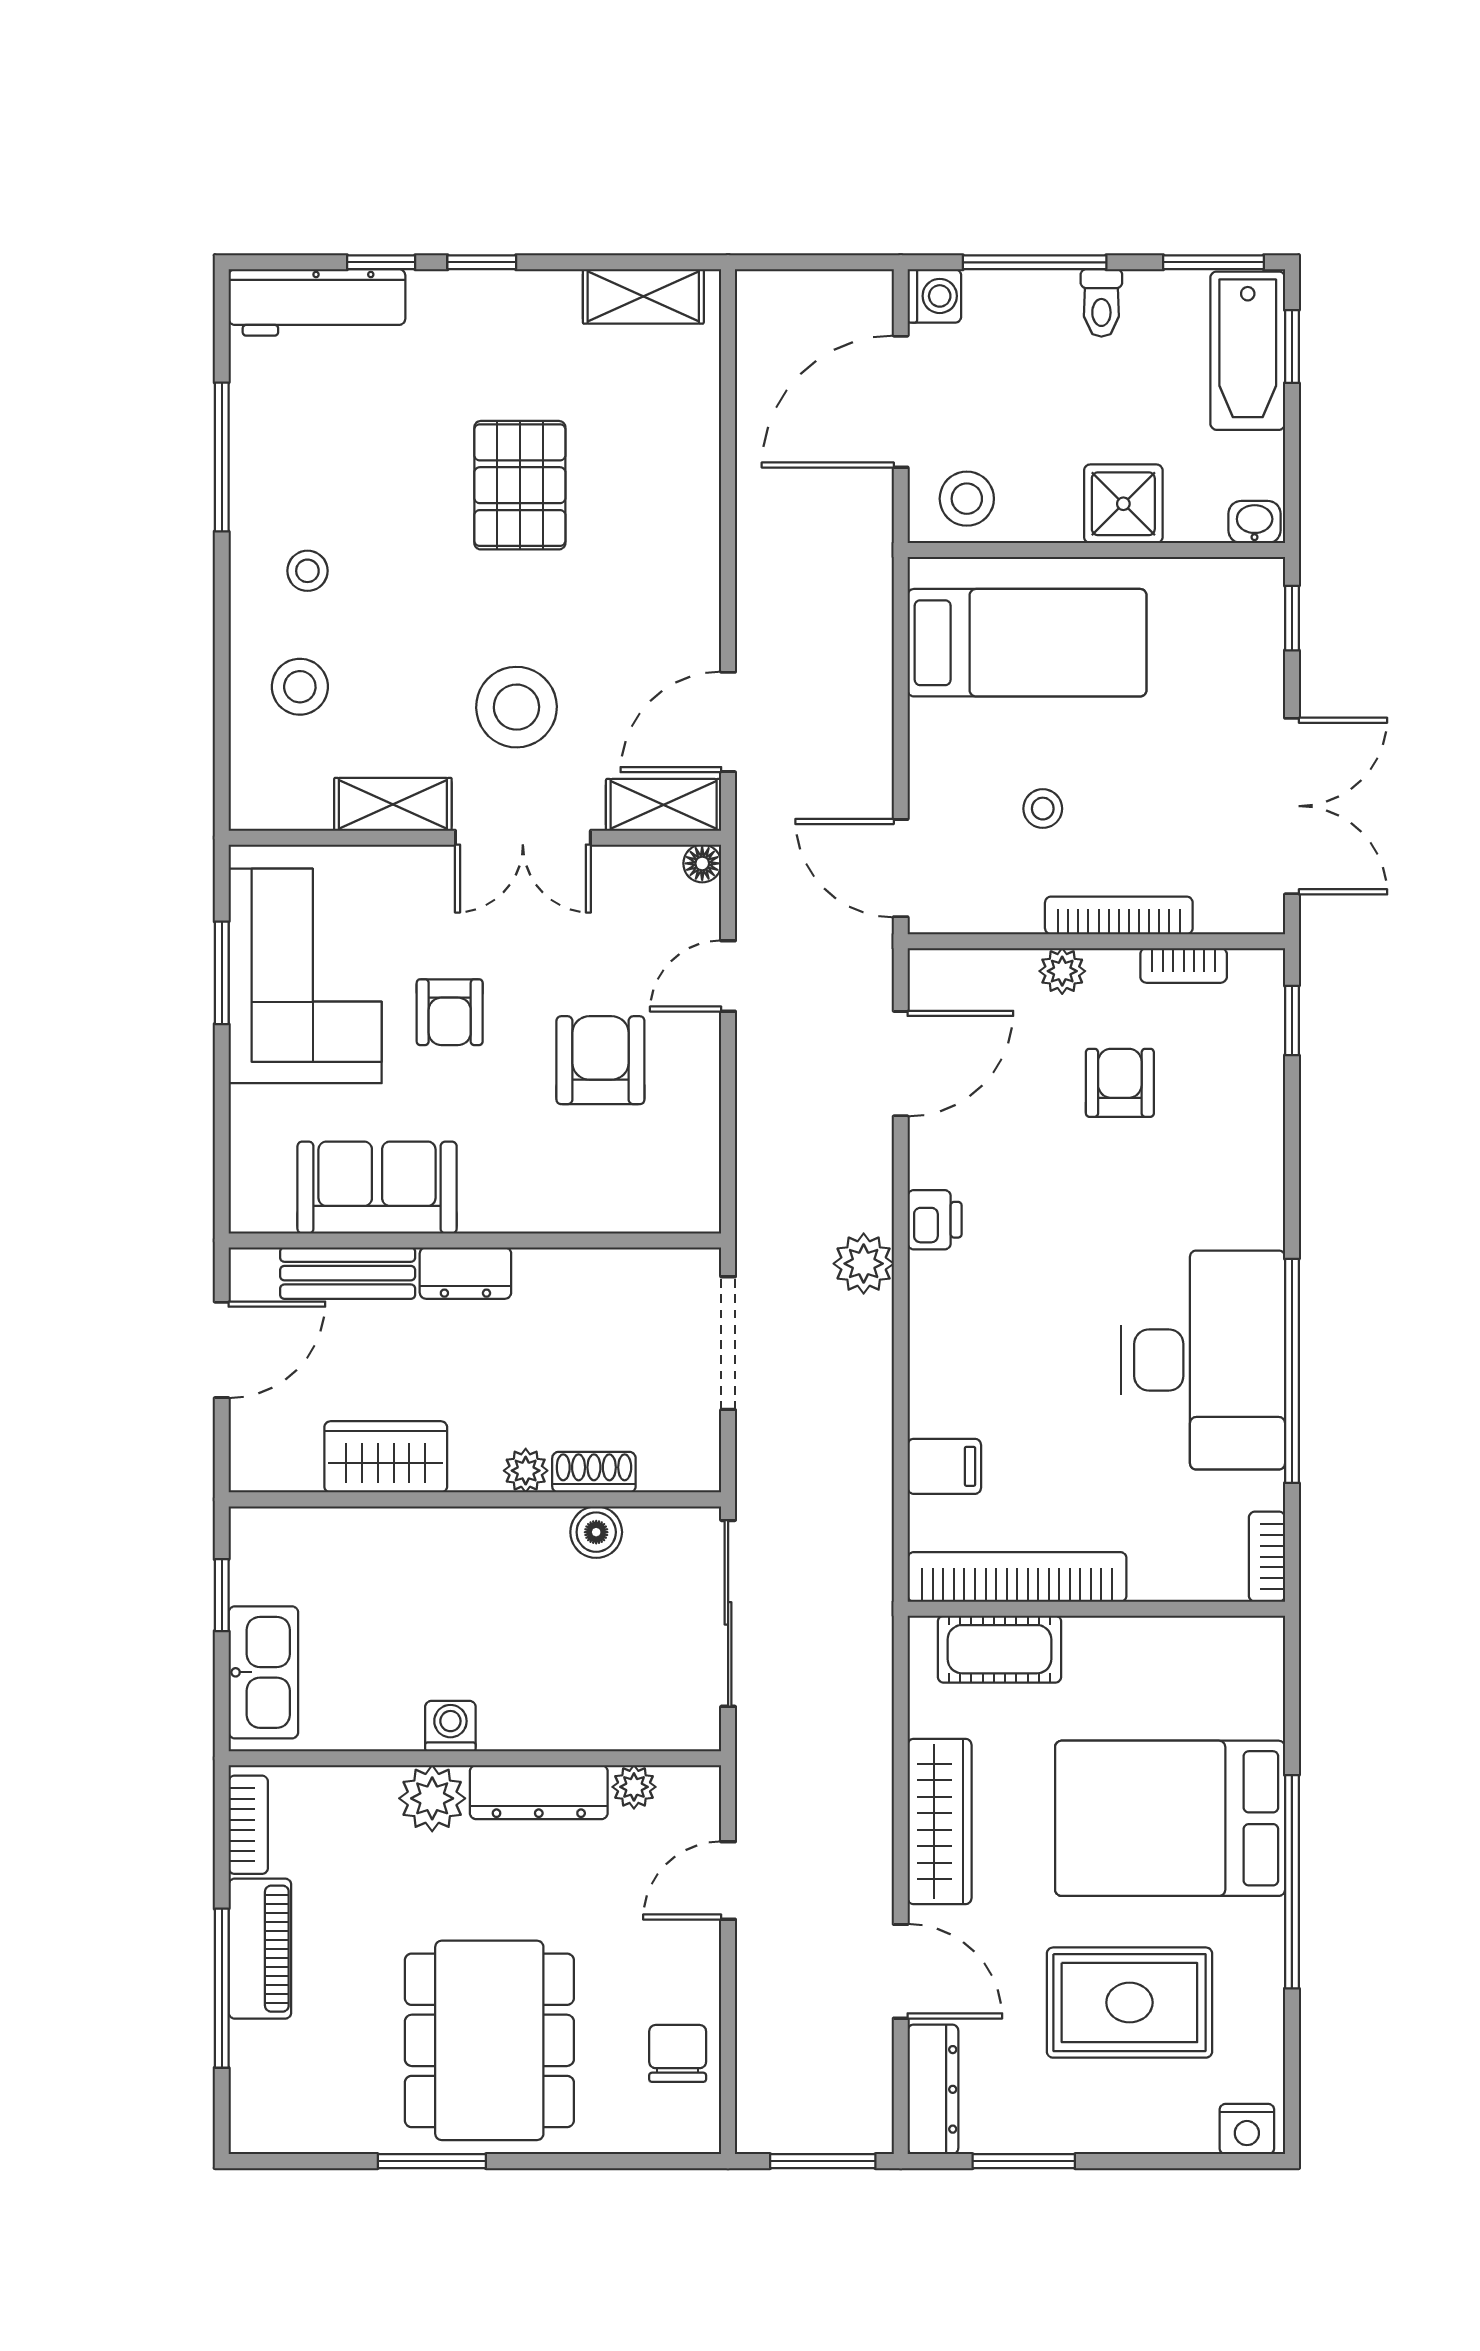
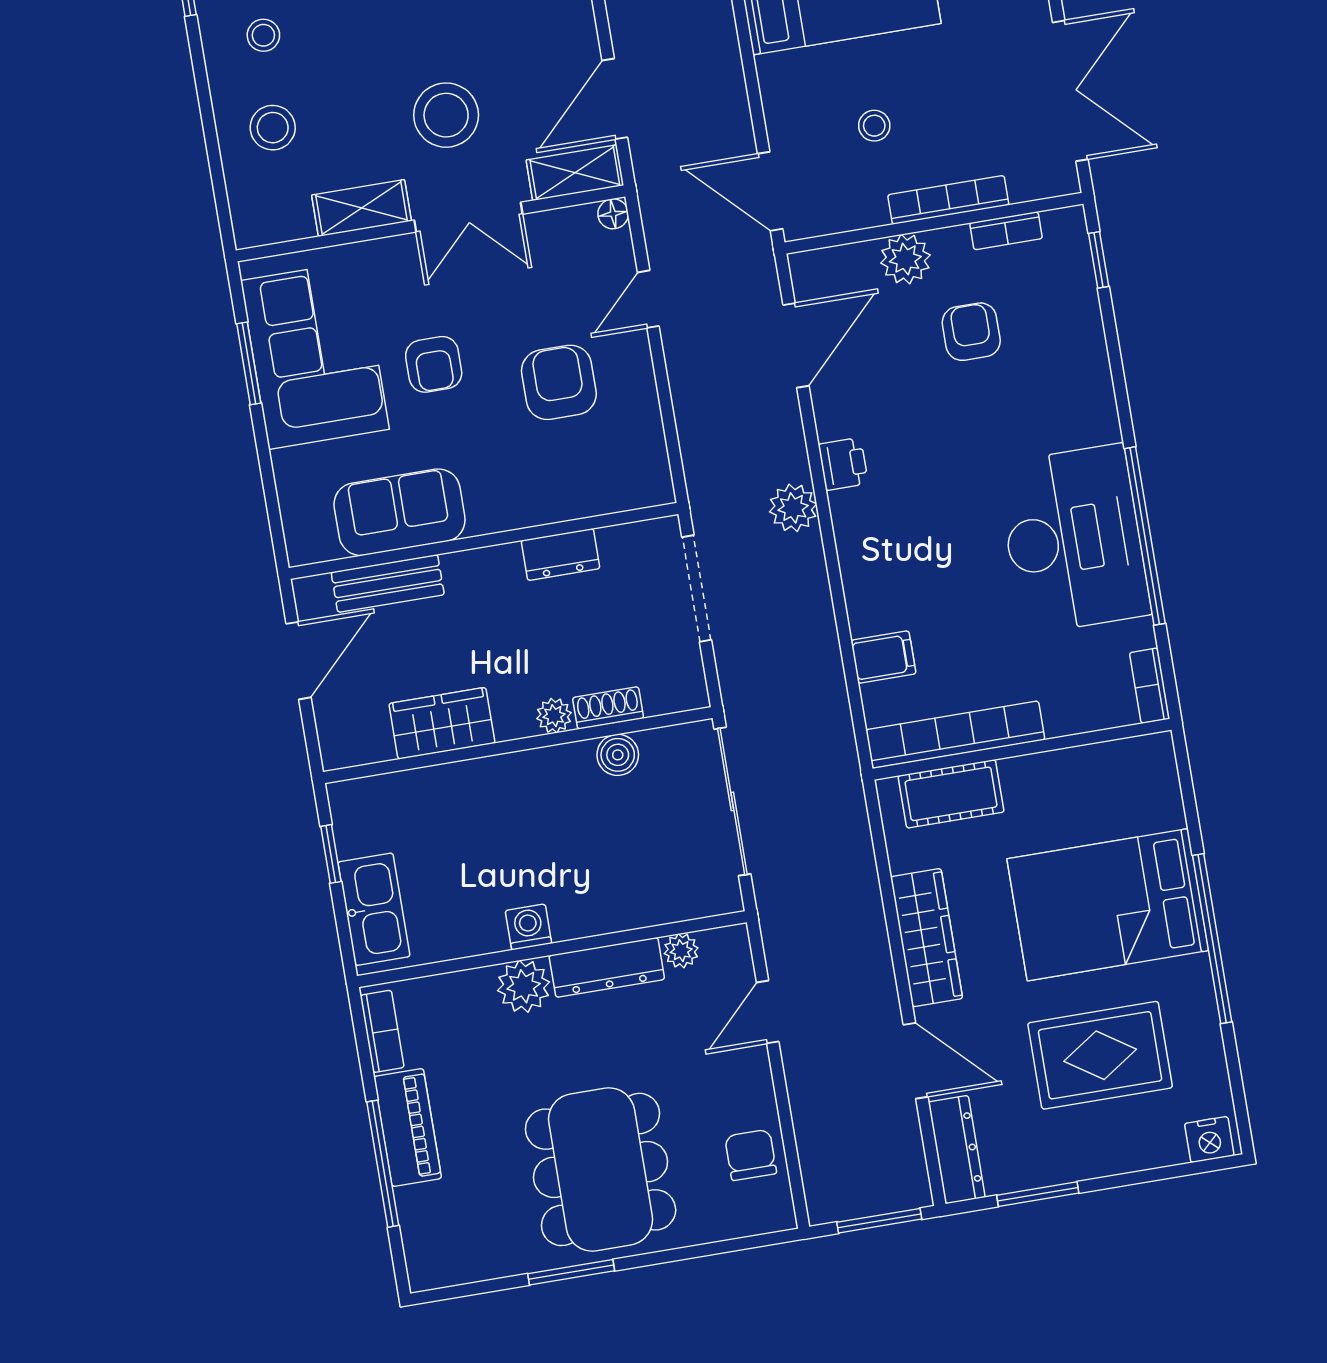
plant: (1062, 971) -> (905, 259), width x1.38, depth x1.38
dresser: (465, 1273) -> (560, 555), moved

